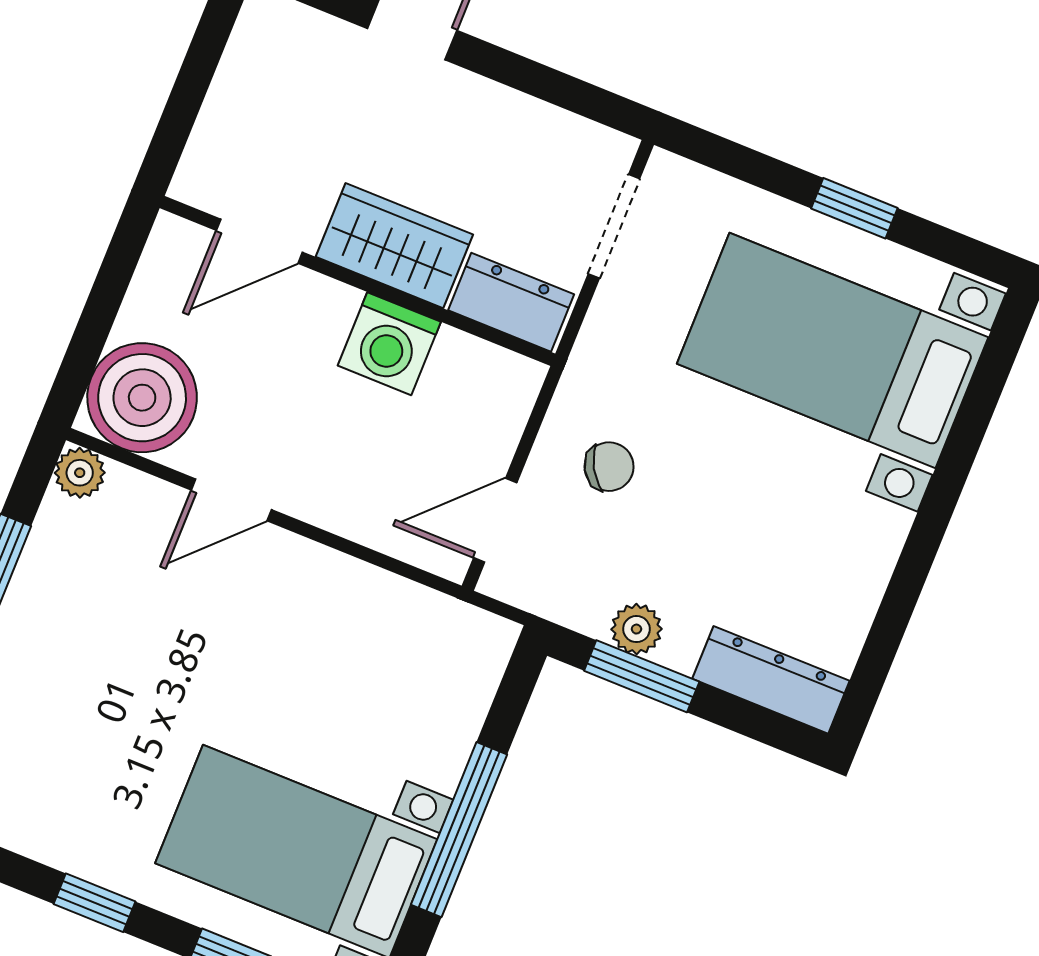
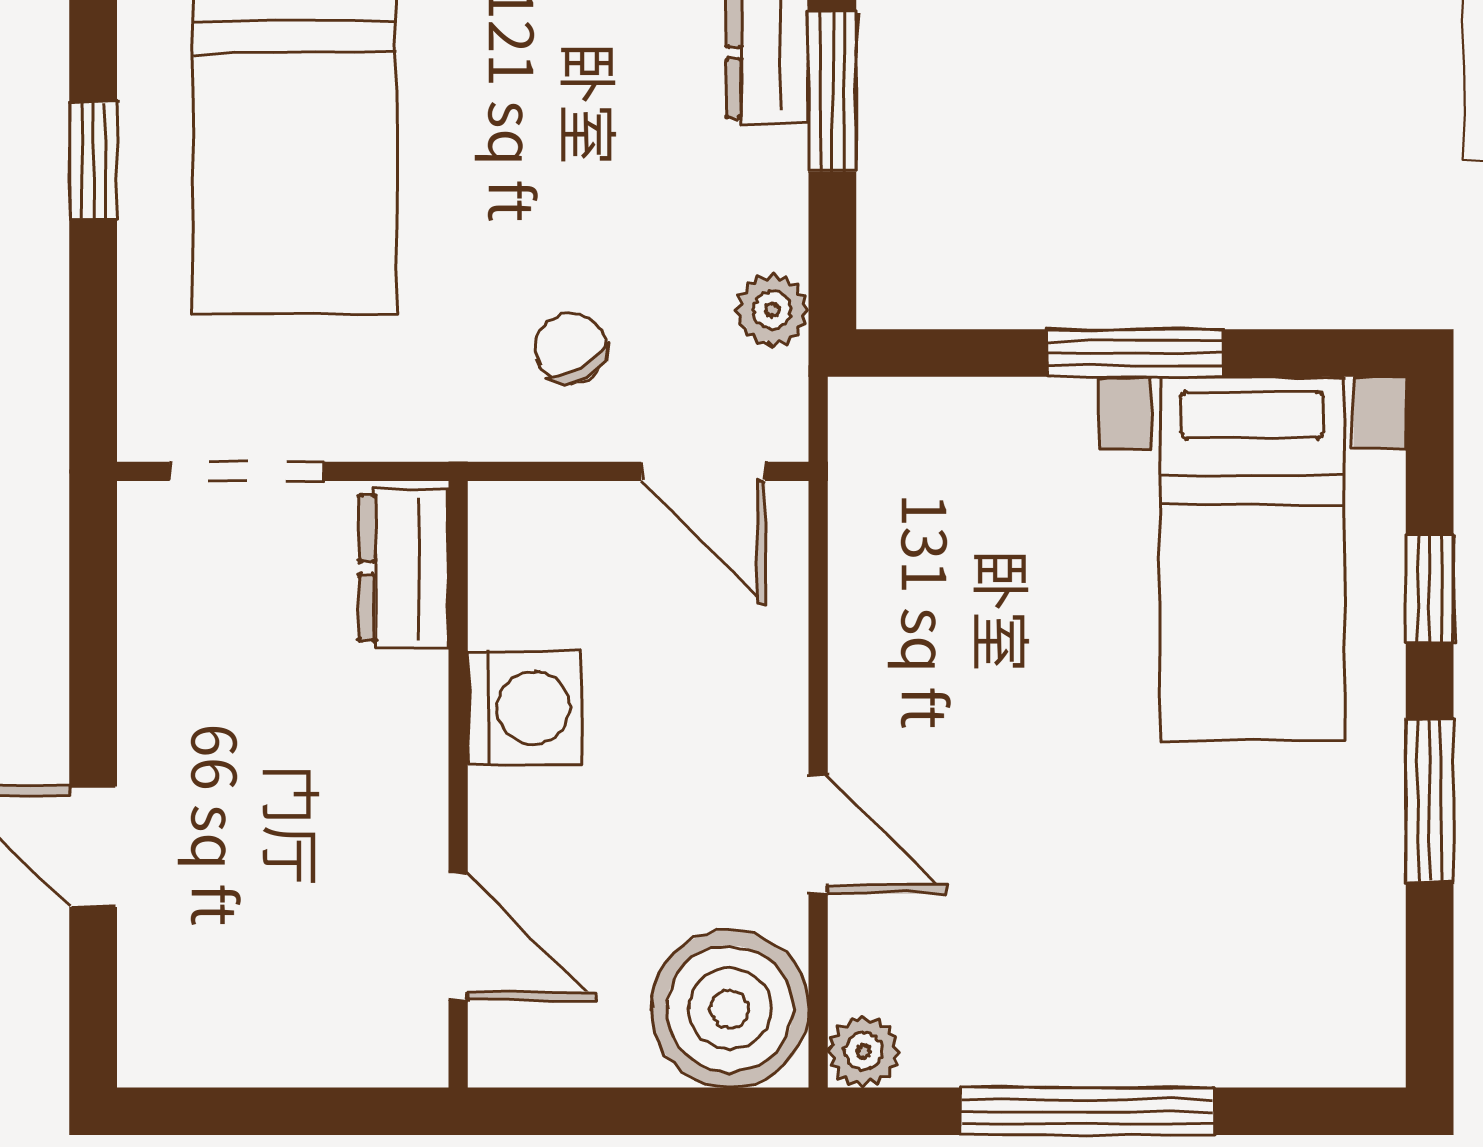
wardrobe: (394, 246) -> (391, 754), removed
plant: (636, 629) -> (772, 310), moved
window: (642, 676) -> (832, 91), moved
window: (459, 830) -> (1135, 353), width x0.69
window: (94, 903) -> (1430, 800), width x1.50

